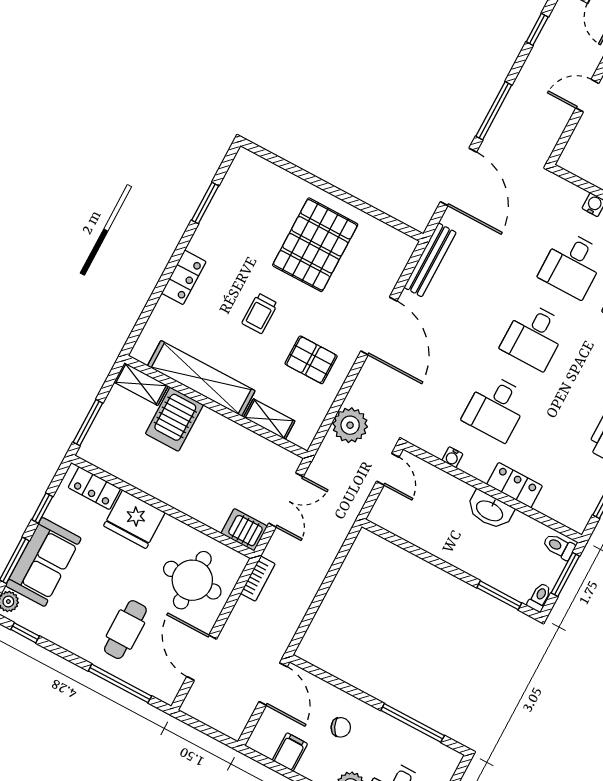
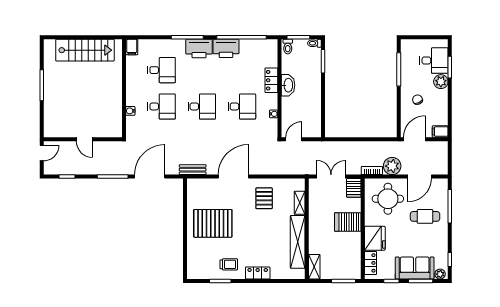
bench: (430, 260) -> (193, 170), width x0.73
trolley: (260, 313) -> (229, 264), moved
server rack: (174, 419) -> (348, 222), moved, turned 180
plant: (350, 425) -> (392, 166), moved
filing cabinet: (290, 752) -> (440, 132), moved

